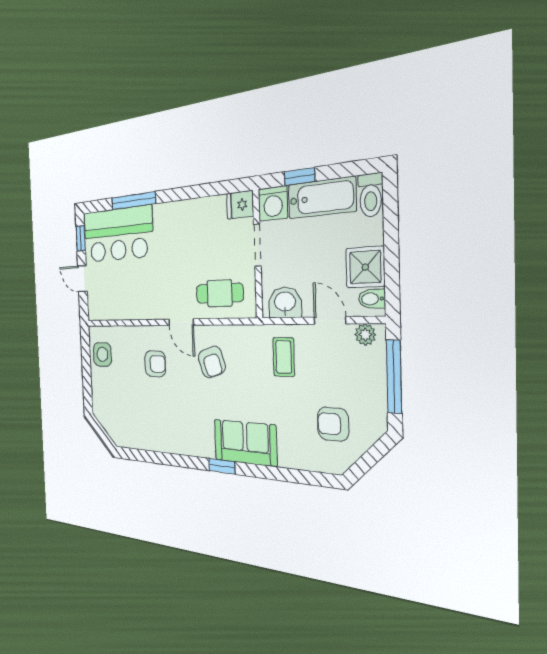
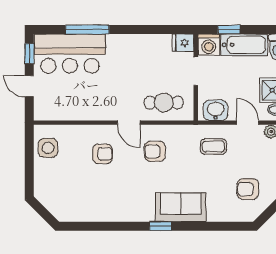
coffee table: (284, 357) -> (213, 147), turned 90
armchair: (212, 362) -> (155, 151), turned 109

